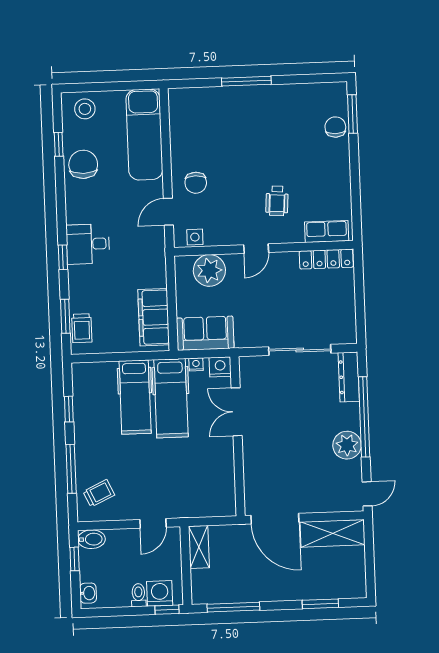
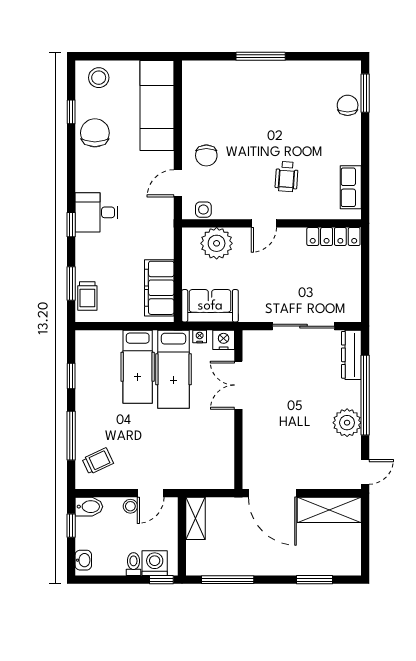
row of seats: (327, 231) -> (351, 187), moved, turned -90
stool: (133, 537) -> (130, 506), added

